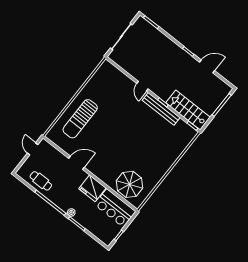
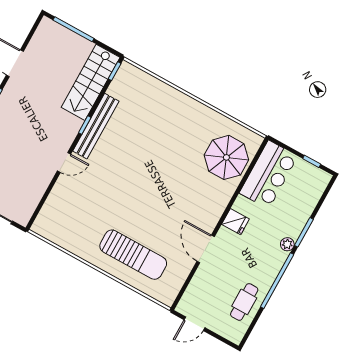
fridge: (92, 188) -> (235, 222), width x0.53, depth x0.75

